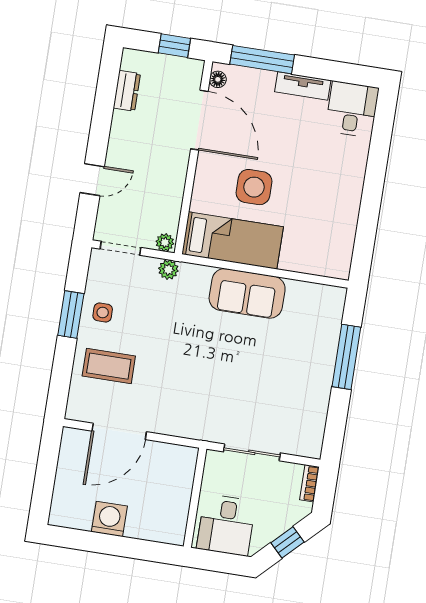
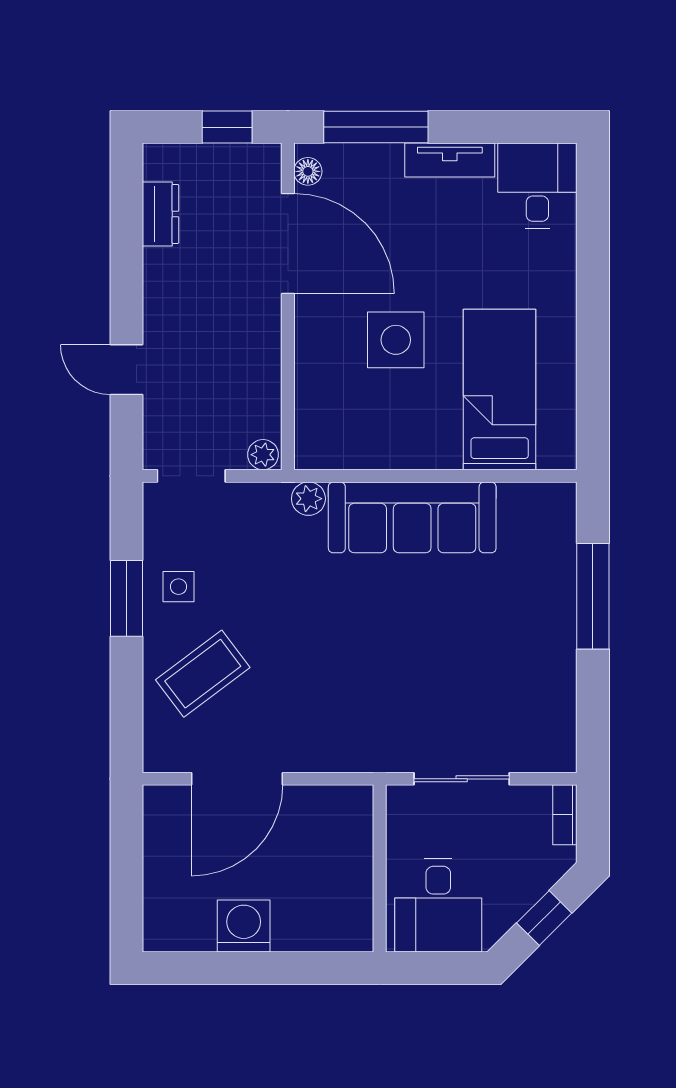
door: (92, 180) -> (126, 370), swing flipped
bed: (232, 240) -> (500, 390), moved, turned -90
plant: (168, 270) -> (308, 499), moved
sofa: (247, 293) -> (412, 517), width x1.36
coffee table: (109, 366) -> (203, 674), turned -37

